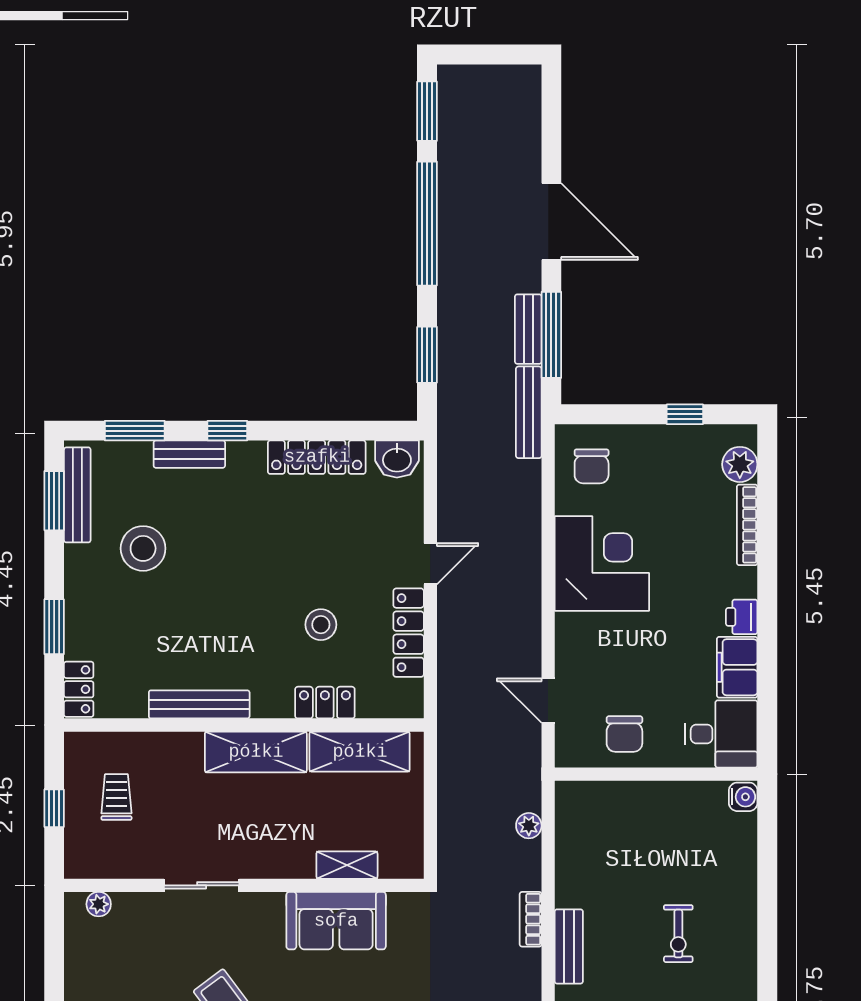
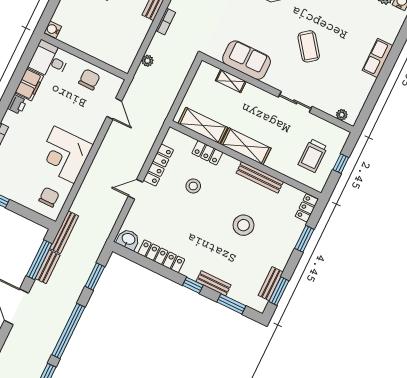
bench: (77, 495) -> (271, 284), width x0.73
stool: (143, 548) -> (243, 225), moved
trolley: (116, 797) -> (313, 156), width x1.36, depth x1.39

